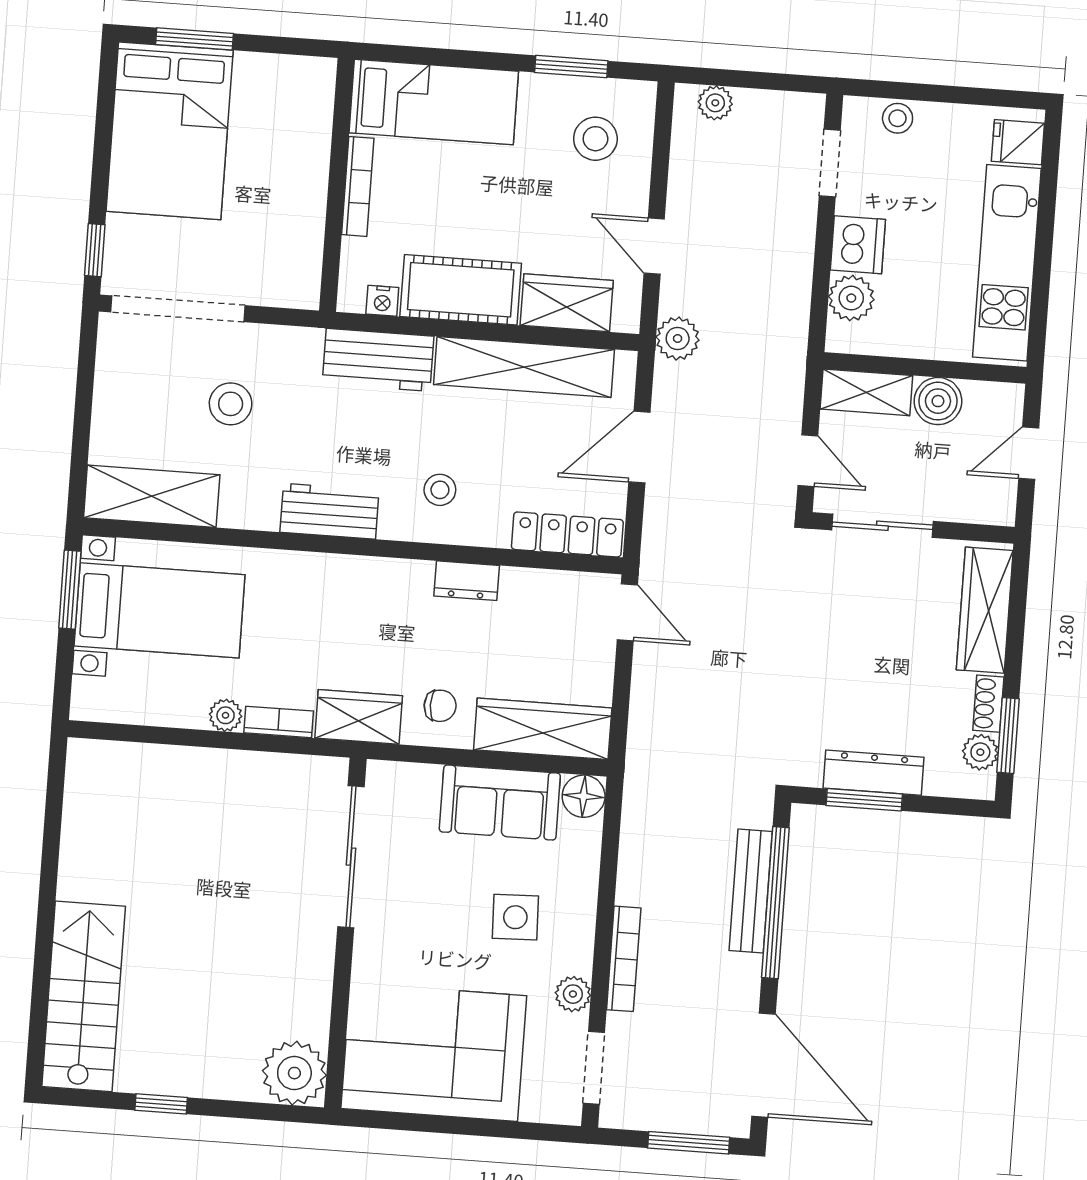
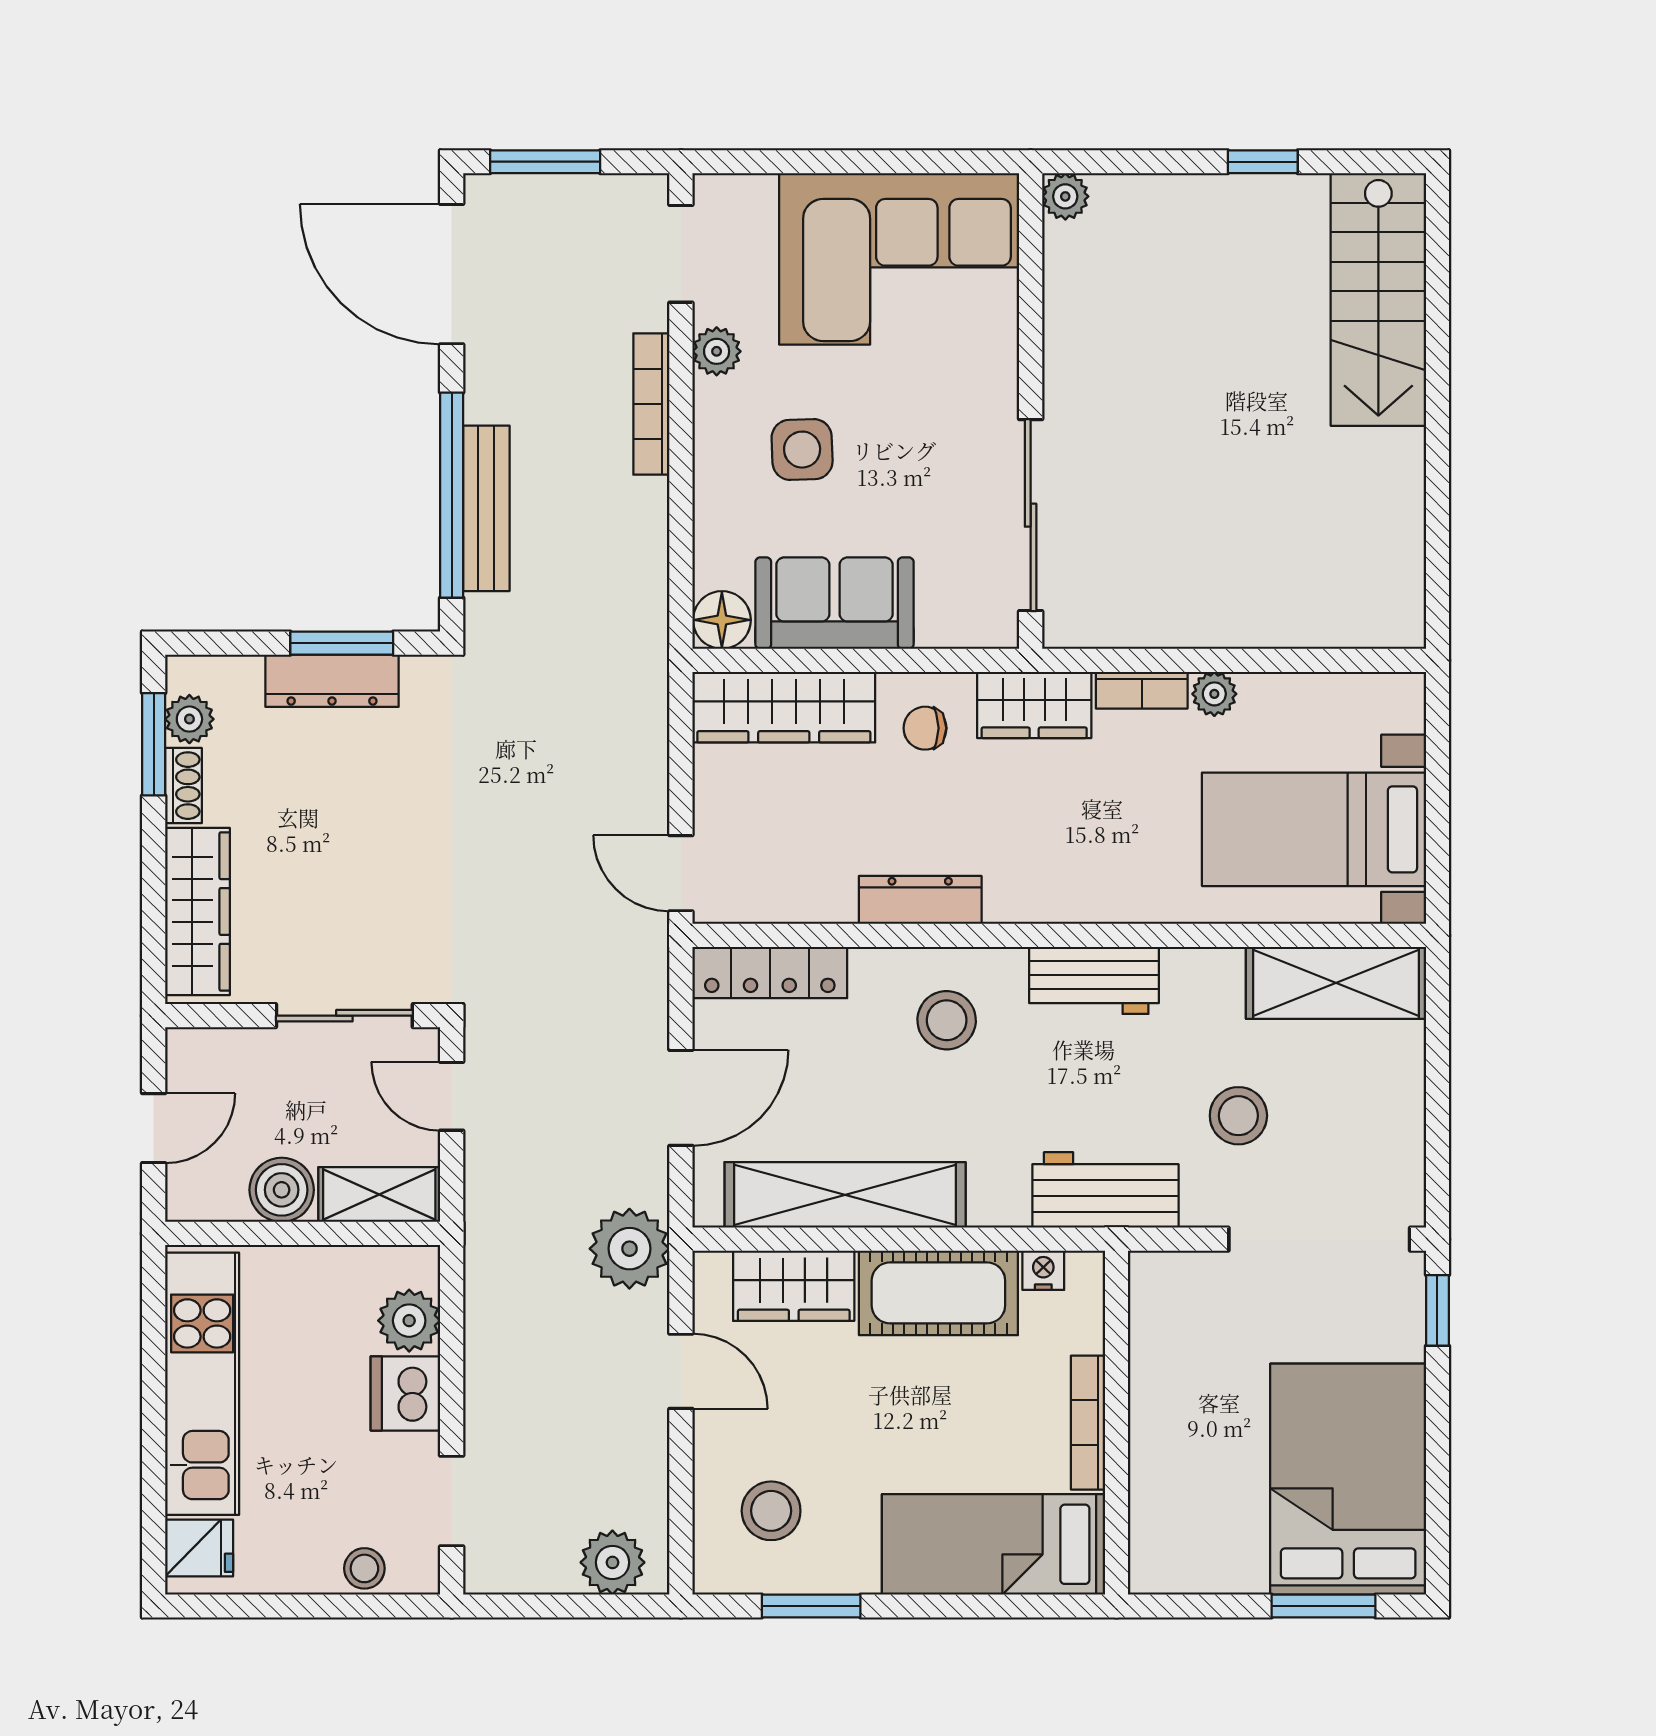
plant: (715, 103) -> (612, 1562), width x1.38, depth x1.38
plant: (678, 338) -> (629, 1249), width x1.36, depth x1.36
workbench: (378, 360) -> (1105, 1190), moved
stool: (440, 490) -> (947, 1020), width x1.37, depth x1.37
dresser: (467, 581) -> (920, 900), width x1.44
window: (70, 590) -> (1437, 849), removed
plant: (294, 1073) -> (1065, 196), width x0.53, depth x0.53

